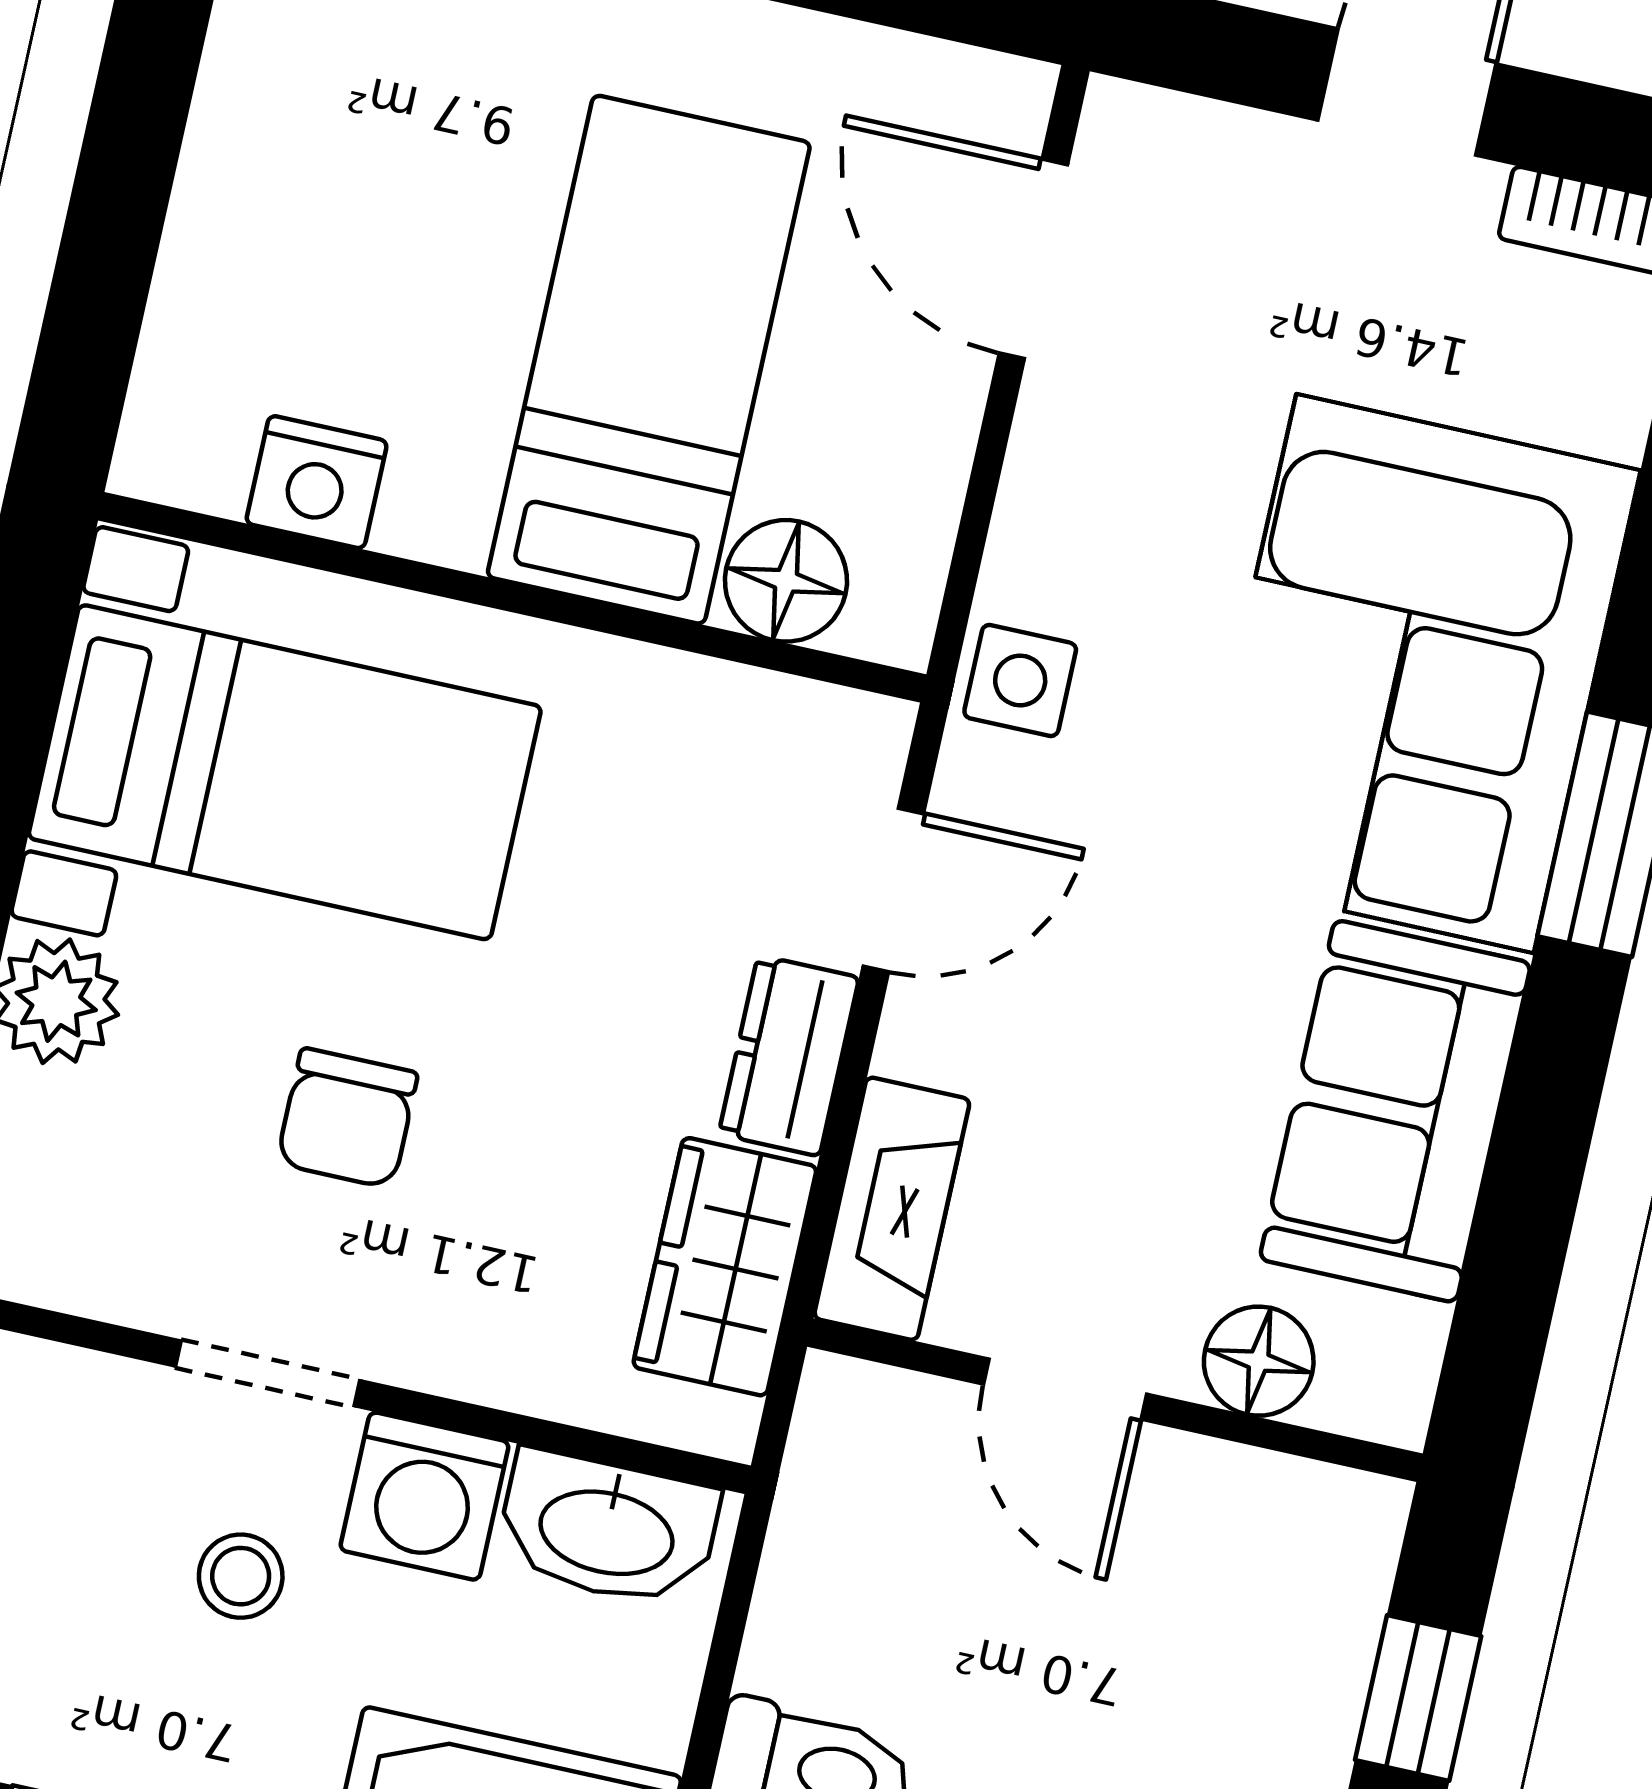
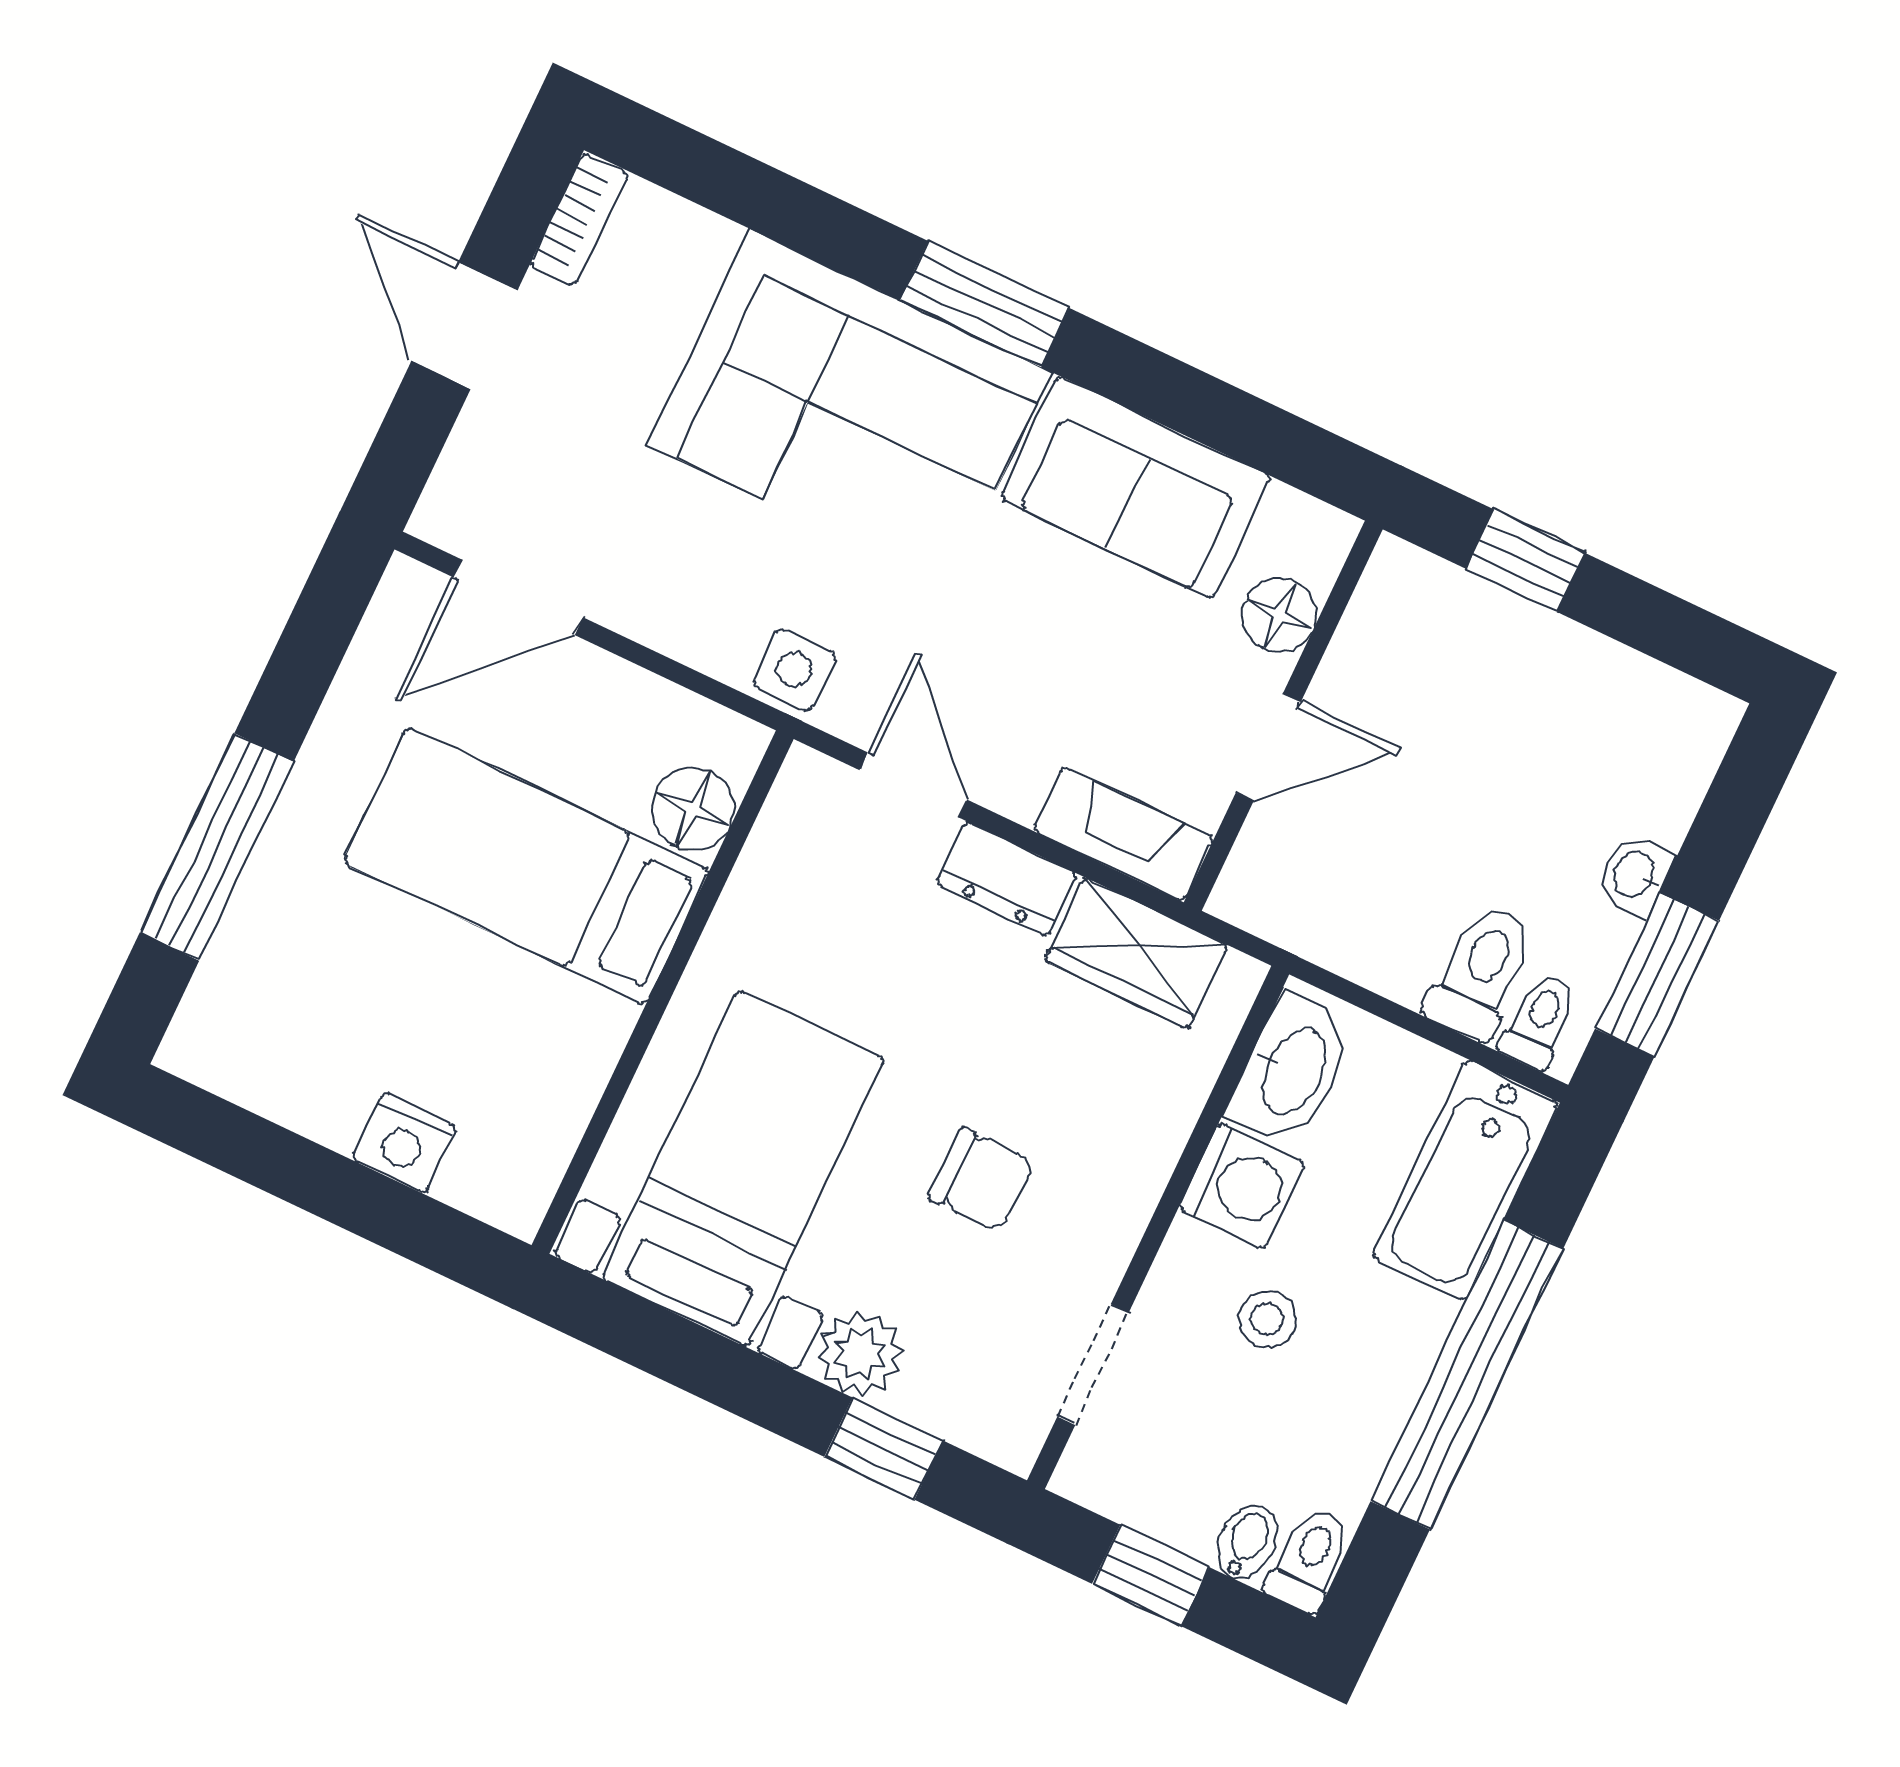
nightstand: (317, 482) -> (404, 1143), moved, turned 90
doorway: (268, 1373) -> (1093, 1365), moved

